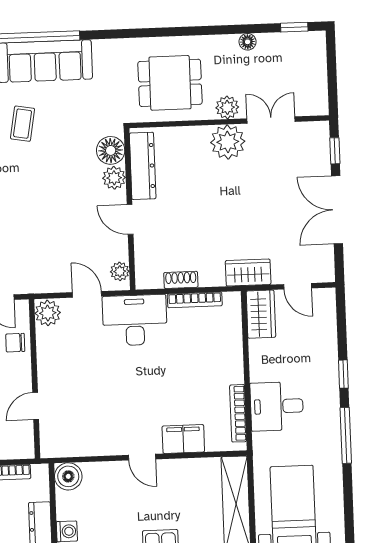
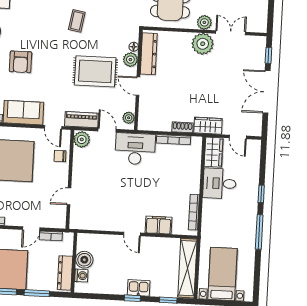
floor lamp: (111, 150) -> (134, 47), width x0.53, depth x0.53
rug: (59, 202) -> (95, 71), added
shoe rack: (181, 280) -> (182, 127), moved
piano: (44, 281) -> (82, 120), added
desk: (277, 406) -> (220, 183), moved
boiler: (68, 476) -> (84, 260), moved

